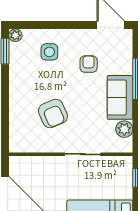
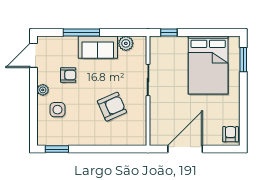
plant: (15, 35) -> (43, 90), moved
armchair: (89, 64) -> (68, 75), turned 180

